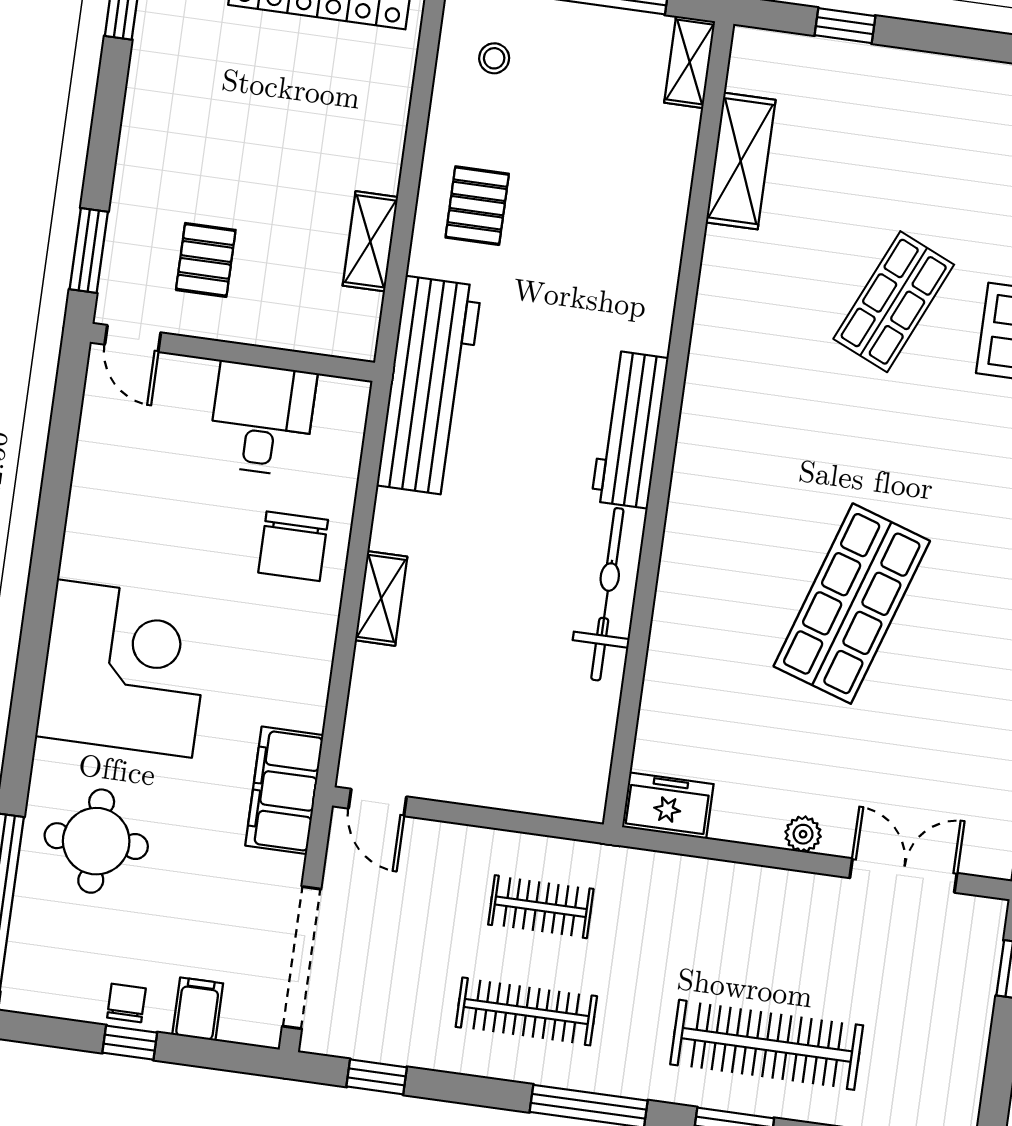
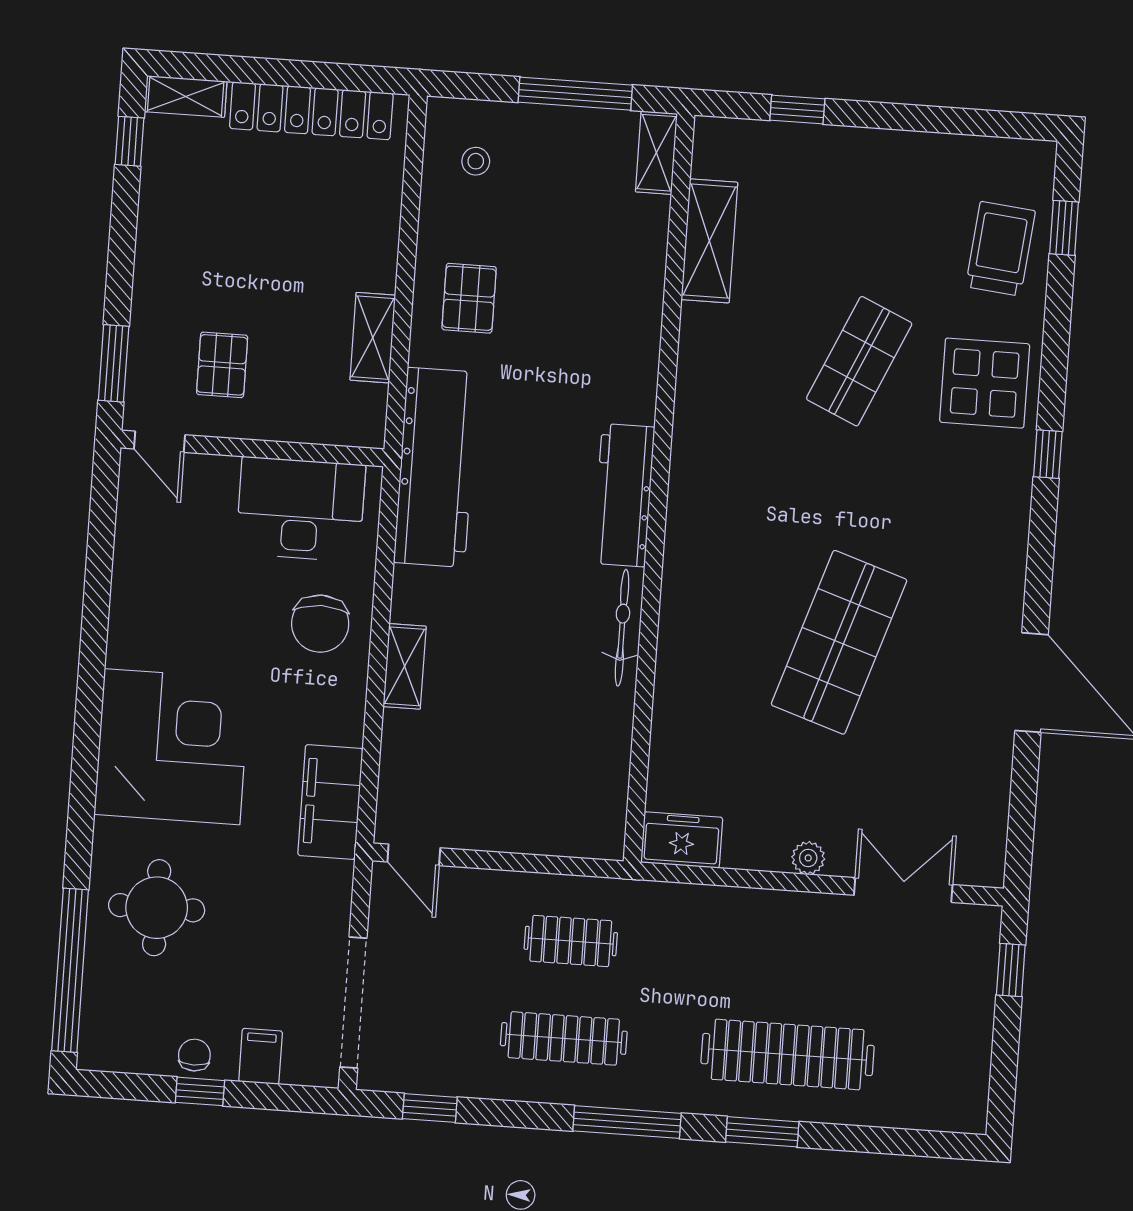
desk: (262, 419) -> (301, 509), width x1.37
bicycle: (607, 594) -> (622, 628), width x0.73, depth x0.71
filing cabinet: (284, 790) -> (330, 802), moved

